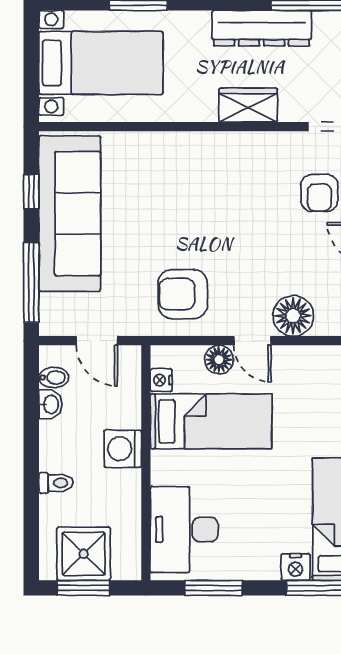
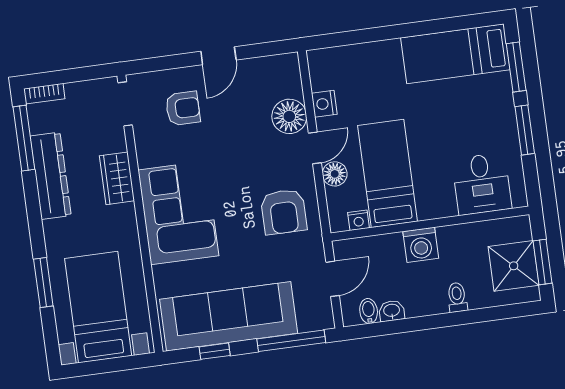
corner sofa: (198, 171) -> (178, 213), added
desk: (184, 530) -> (482, 184), width x0.73
nightstand: (296, 567) -> (324, 104), moved, turned 180
window: (213, 588) -> (525, 130), moved

